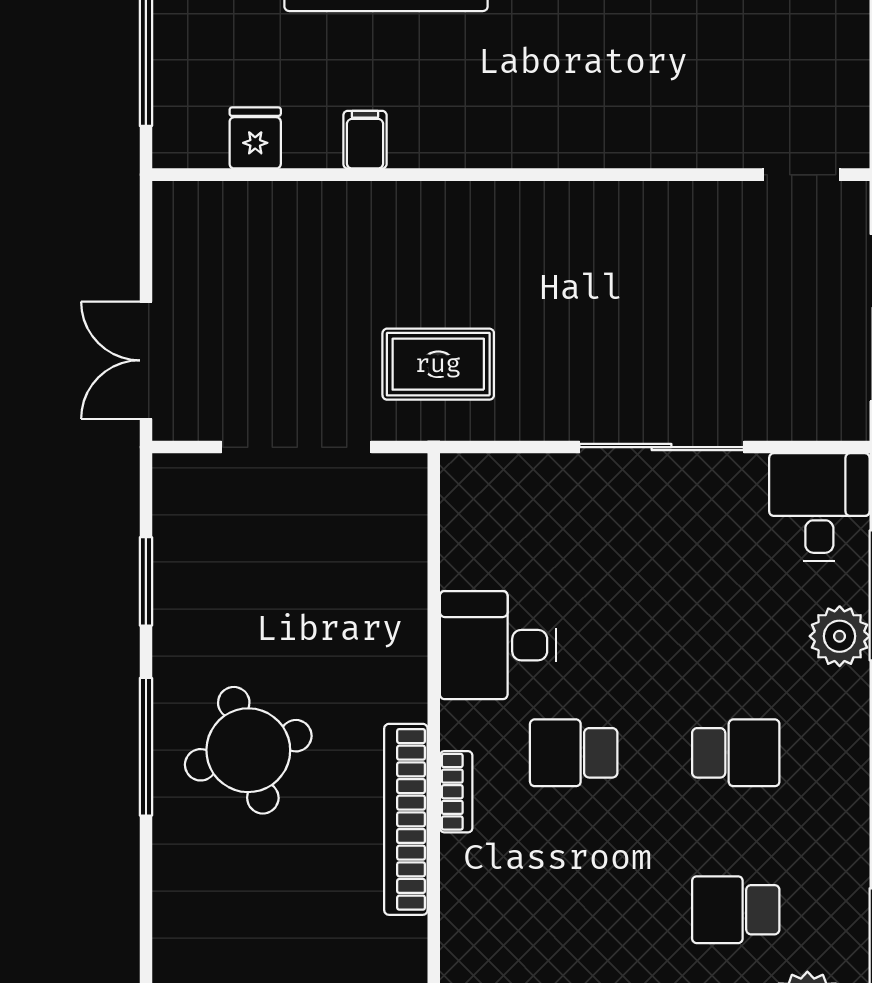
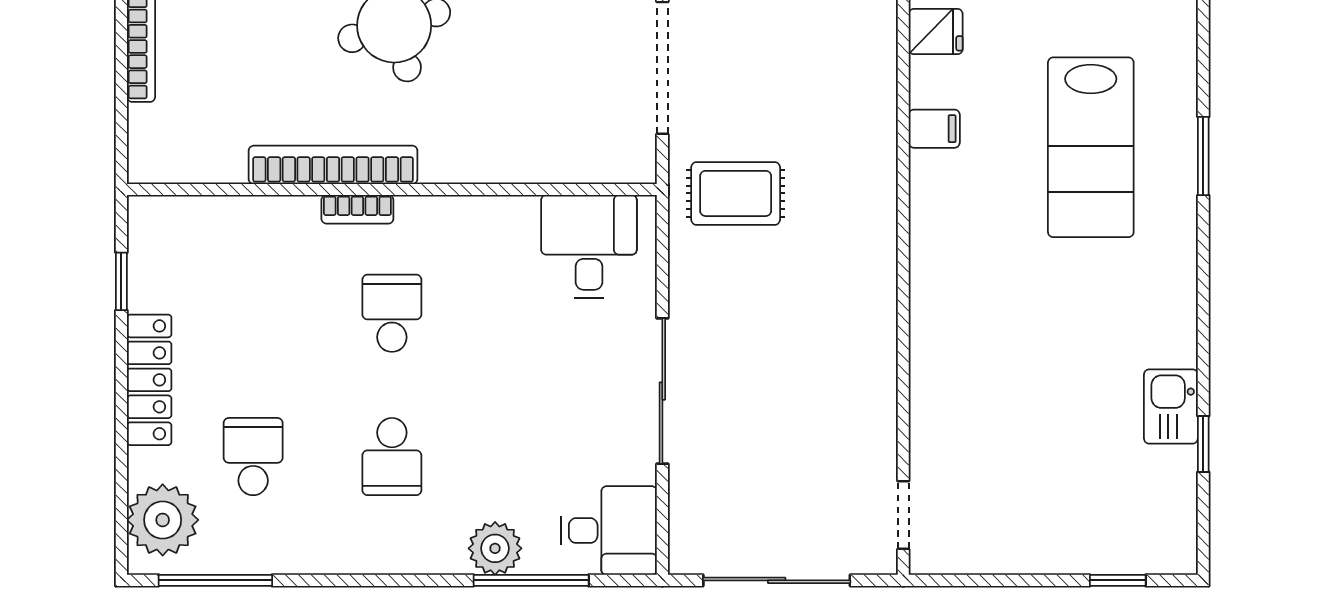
rug: (438, 364) -> (736, 193), turned 90
desk: (498, 645) -> (589, 246), moved

